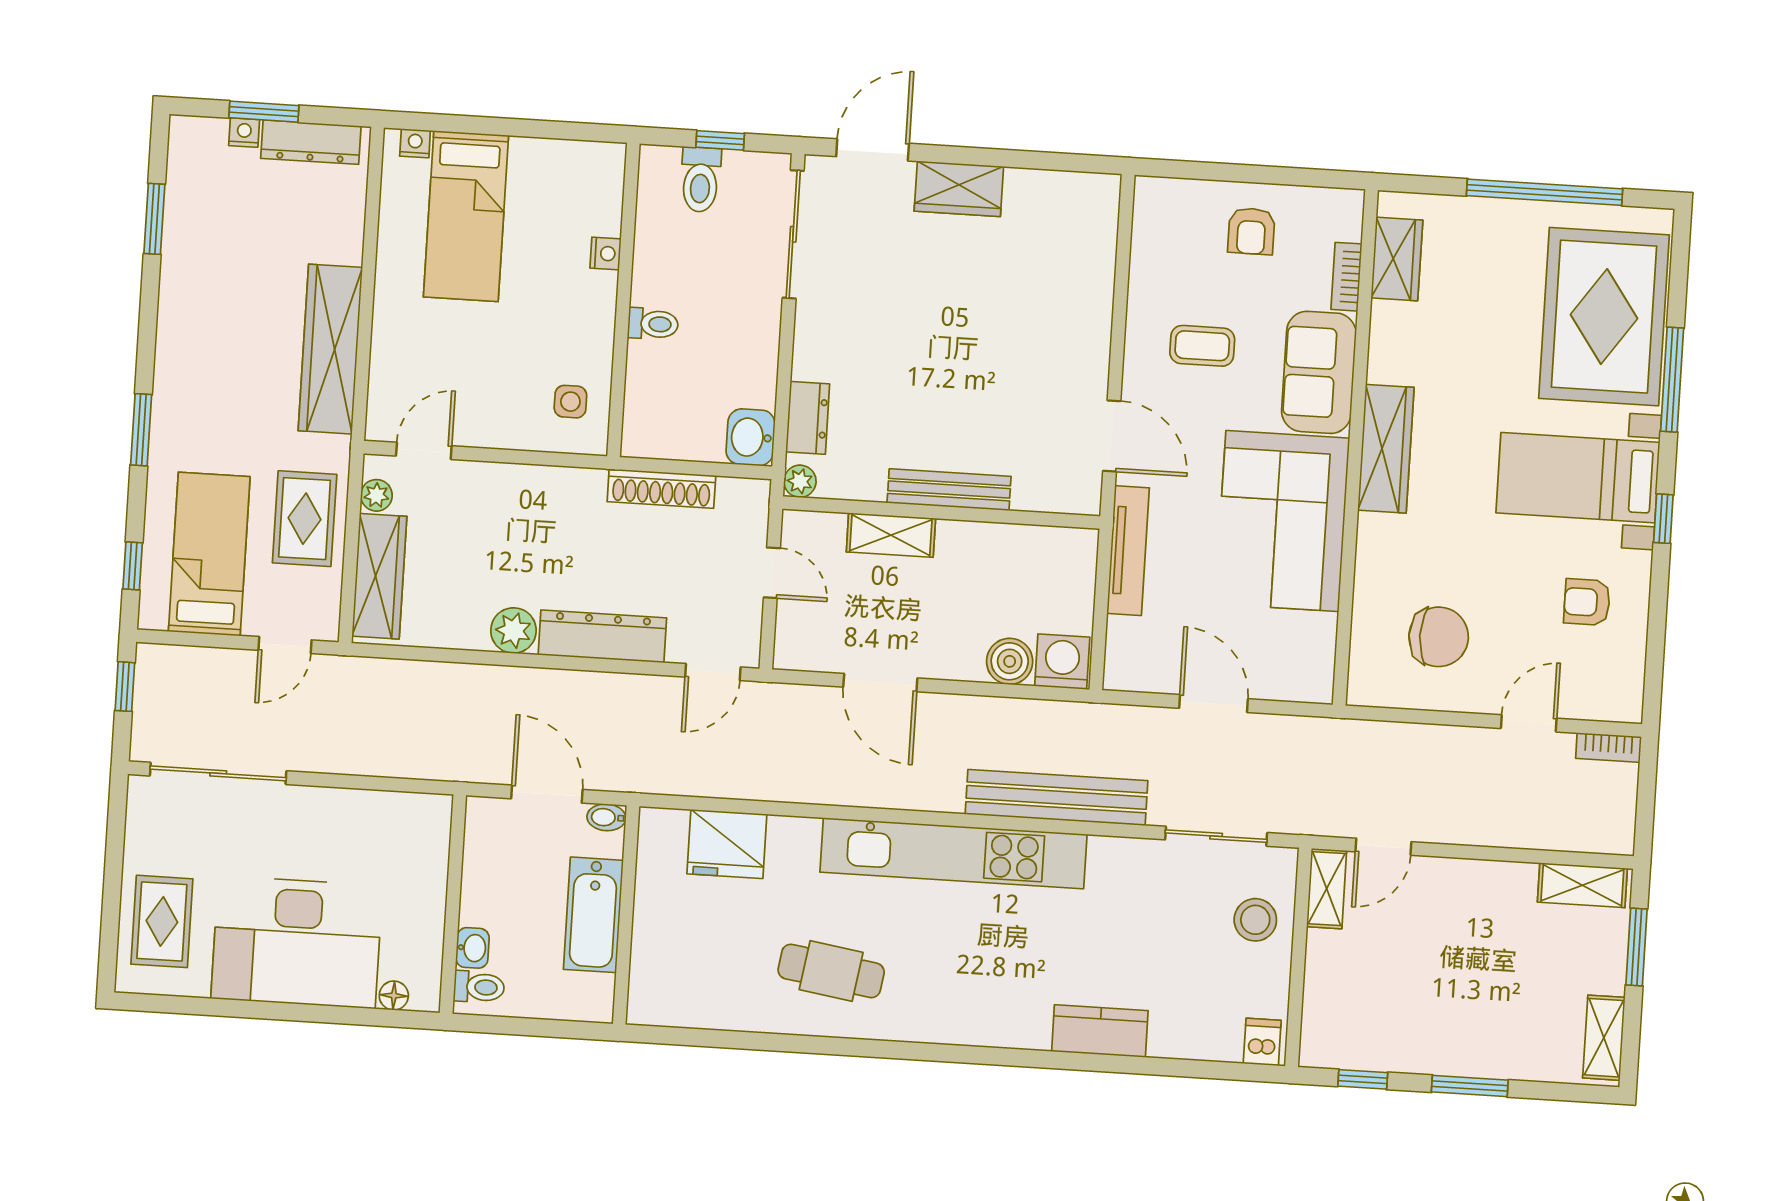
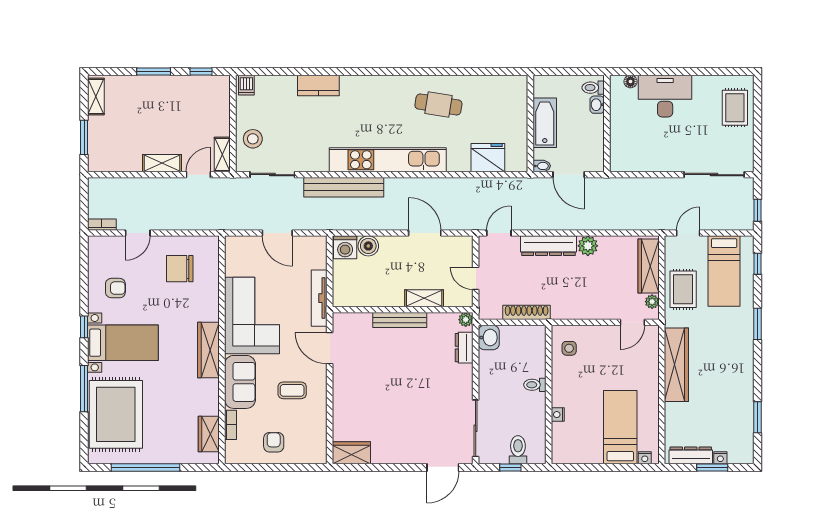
wardrobe: (959, 189) -> (351, 453), moved
shelving: (1582, 885) -> (162, 163), moved
desk: (297, 942) -> (665, 96), width x0.73, depth x0.77

